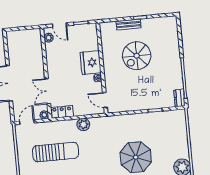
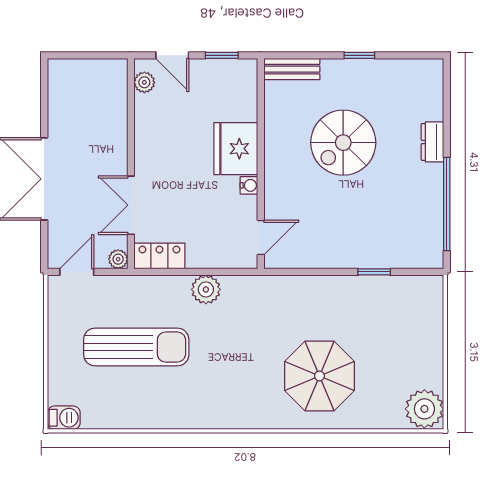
bench: (129, 24) -> (292, 69), moved
dresser: (179, 98) -> (432, 142), moved
door: (105, 100) -> (261, 237), swing flipped

